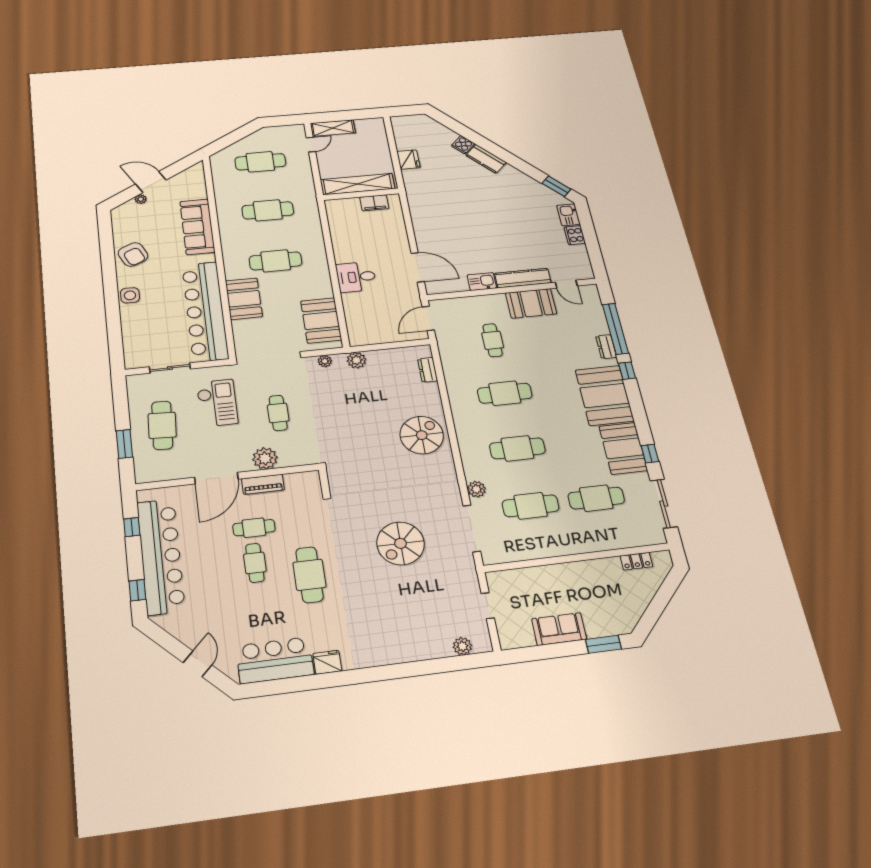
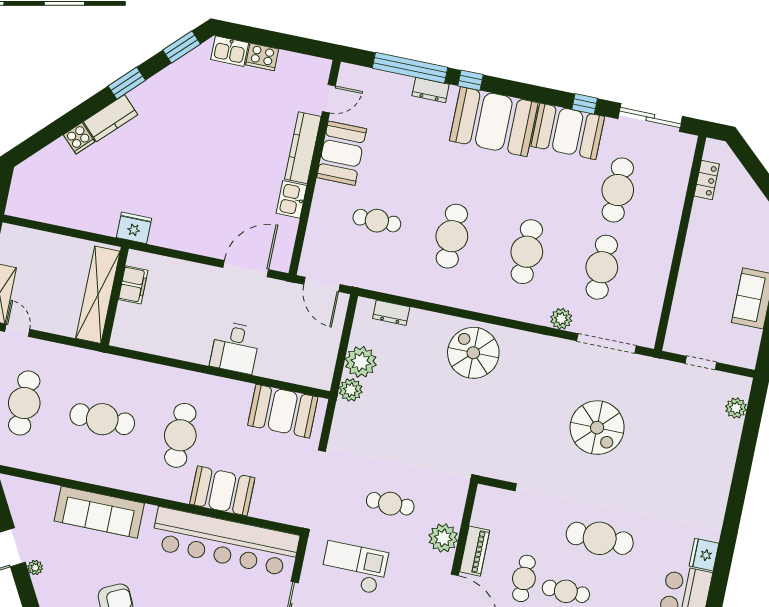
fridge: (408, 160) -> (134, 228), moved
window: (515, 162) -> (127, 83), added
cafe table: (268, 210) -> (102, 419), turned 90
plant: (325, 361) -> (361, 362), moved, width x1.88, depth x1.88

